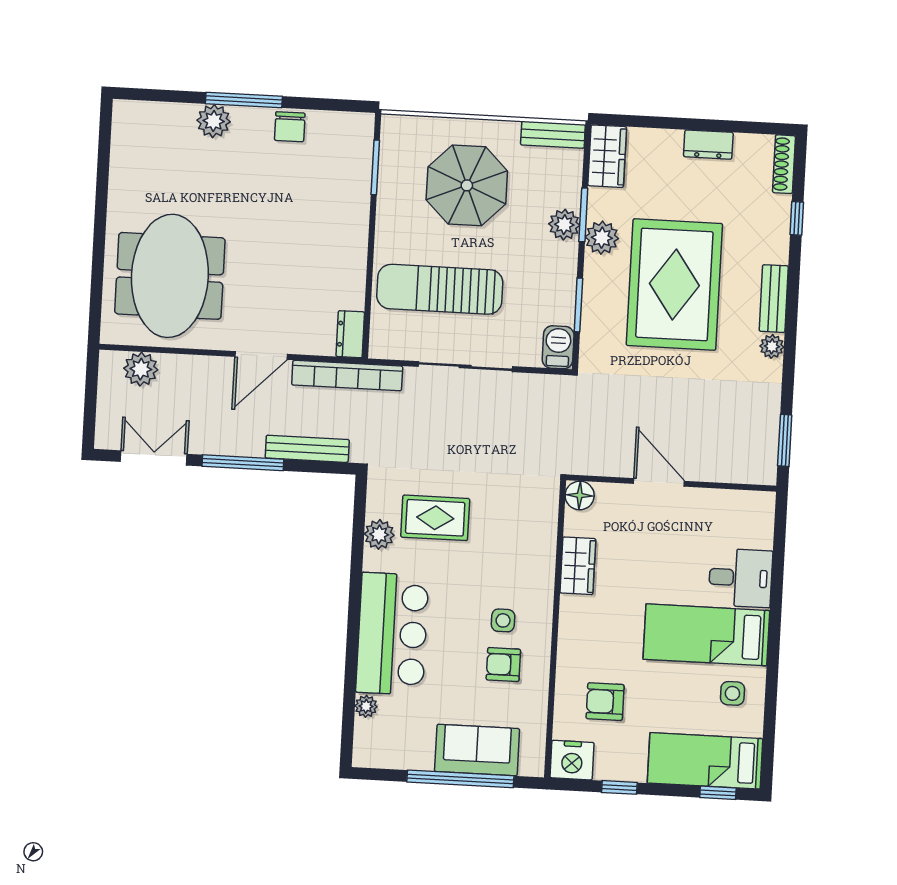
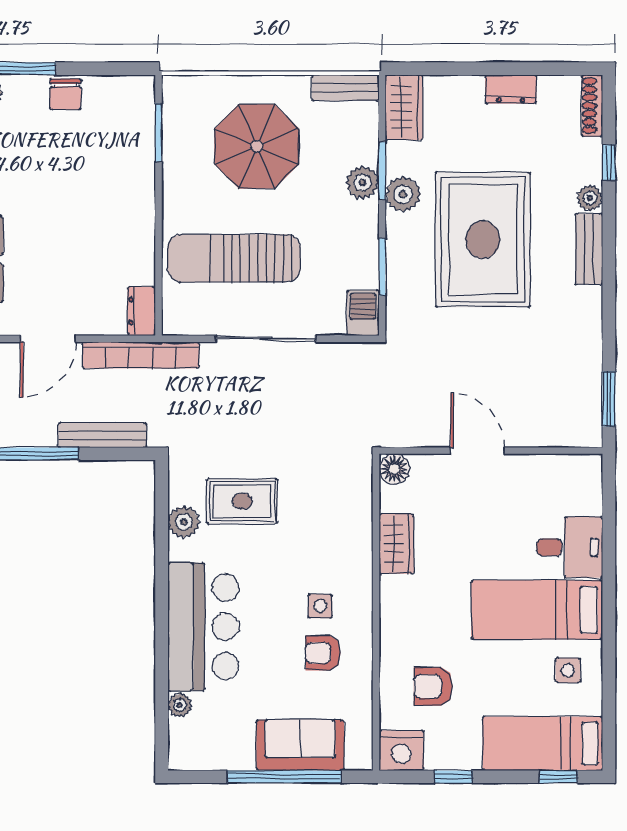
plant: (772, 346) -> (590, 198), moved

